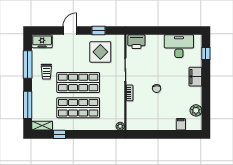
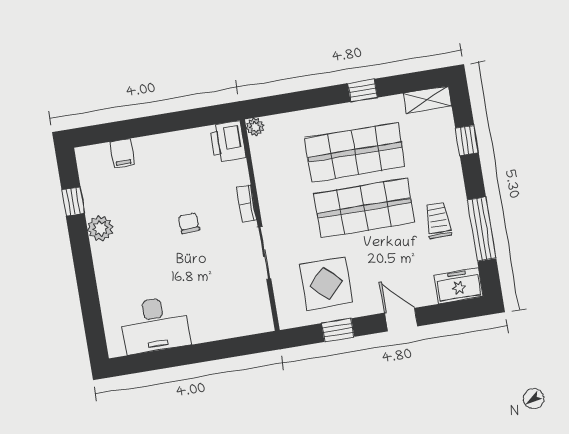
door: (70, 30) -> (401, 320), swing flipped
printer: (136, 42) -> (228, 141), moved, turned -90
window: (206, 53) -> (73, 201), moved
filing cabinet: (195, 77) -> (107, 264), removed
window: (28, 105) -> (467, 140), width x0.46
plant: (196, 110) -> (100, 228), moved
window: (59, 134) -> (363, 90), moved

